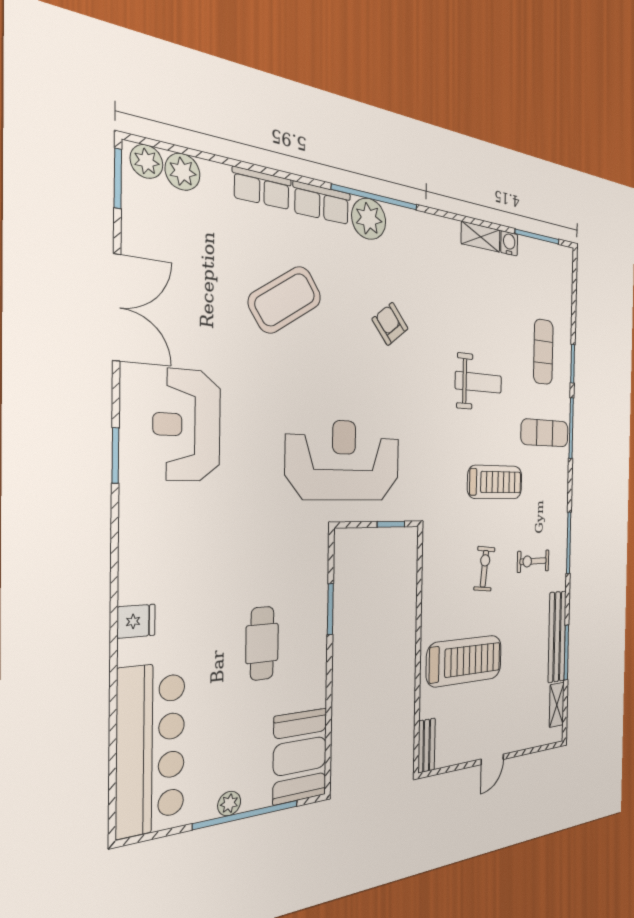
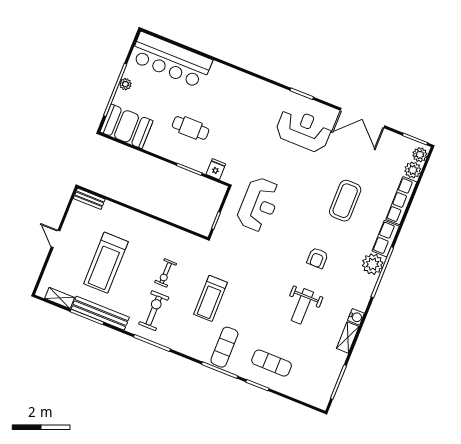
row of seats: (262, 188) -> (401, 201), width x1.48
water cooler: (509, 243) -> (356, 317), moved
coffee table: (285, 300) -> (345, 201), turned 34
armchair: (390, 324) -> (317, 258), turned 129
weight bench: (479, 382) -> (302, 306), moved
reception desk: (344, 460) -> (259, 204), width x0.74, depth x0.77
exercise bike: (533, 561) -> (154, 311), width x1.38, depth x1.39
exercise bike: (484, 569) -> (166, 273), turned 85
fridge: (136, 621) -> (216, 169), moved, turned 180
treadmill: (465, 661) -> (106, 263), moved

